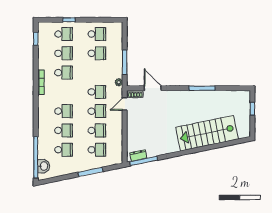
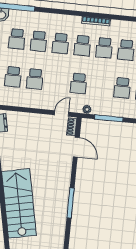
door: (153, 88) -> (76, 147), hinge flipped
door: (125, 104) -> (62, 113), hinge flipped
school desk: (97, 111) -> (82, 46), moved

